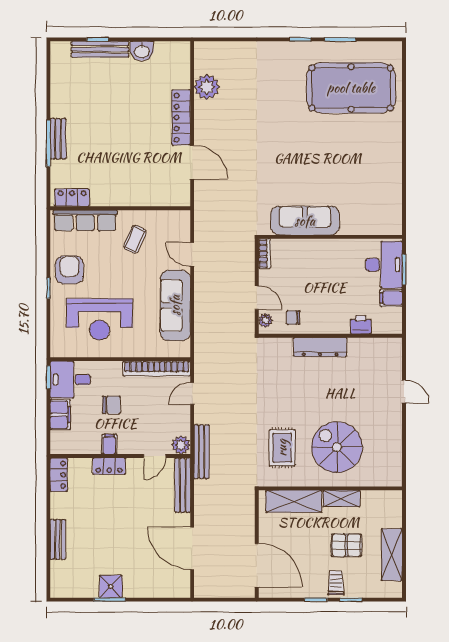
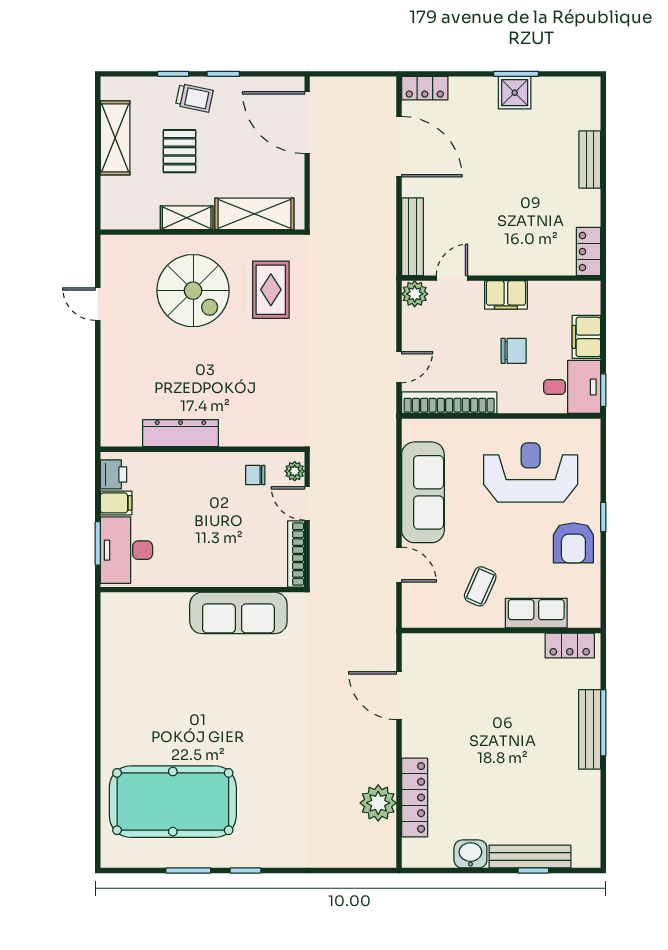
locker: (181, 118) -> (415, 797), moved
bench: (58, 139) -> (590, 729), width x1.36
row of seats: (85, 220) -> (536, 613), width x0.68
bookcase: (264, 254) -> (296, 554), width x1.56
chair: (293, 318) -> (255, 475), turned 180
printer: (361, 325) -> (113, 474), moved, turned -90
dresser: (320, 347) -> (181, 433), moved
door: (404, 392) -> (98, 304), moved
chair: (111, 405) -> (514, 351), turned 180
filing cabinet: (109, 444) -> (506, 295), width x2.00
bench: (201, 452) -> (386, 284), removed
locker: (109, 466) -> (425, 88), moved, turned 180
pallet: (346, 545) -> (179, 151), turned 90
trolley: (336, 583) -> (194, 98), turned -78

